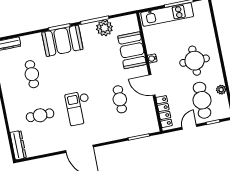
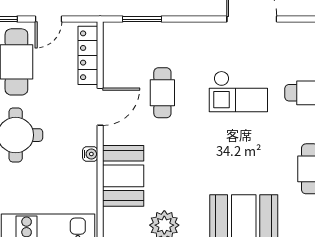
door: (152, 85) -> (100, 107), hinge flipped
checkout: (79, 108) -> (238, 91), turned 90

